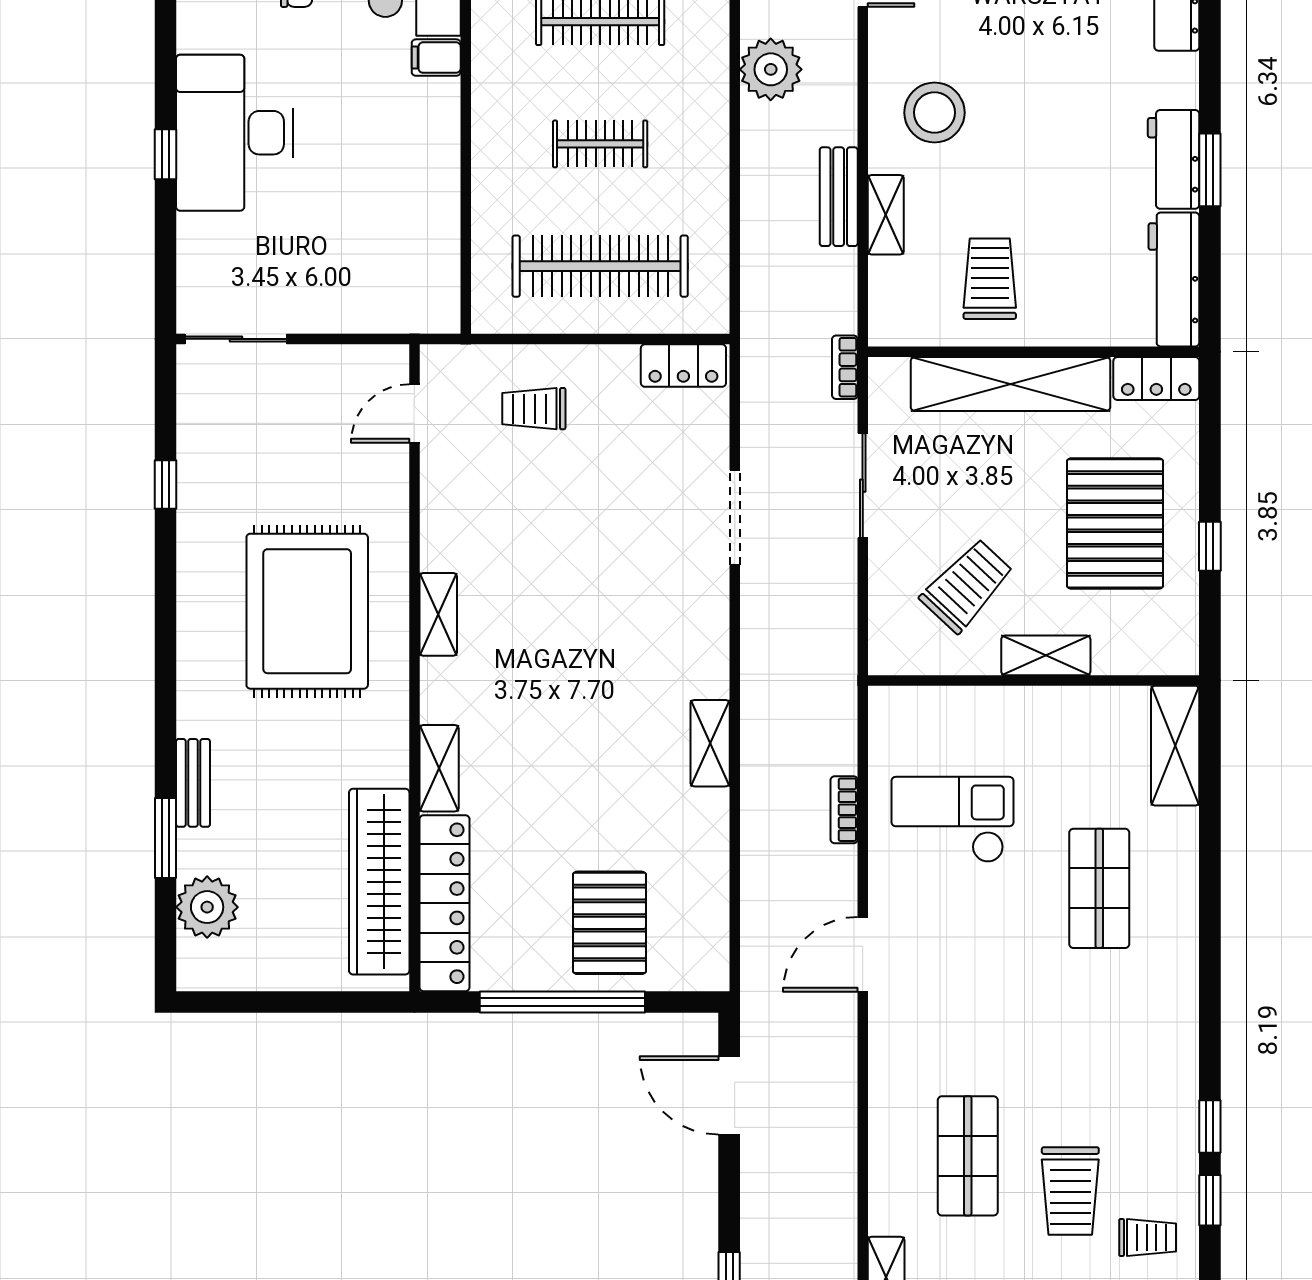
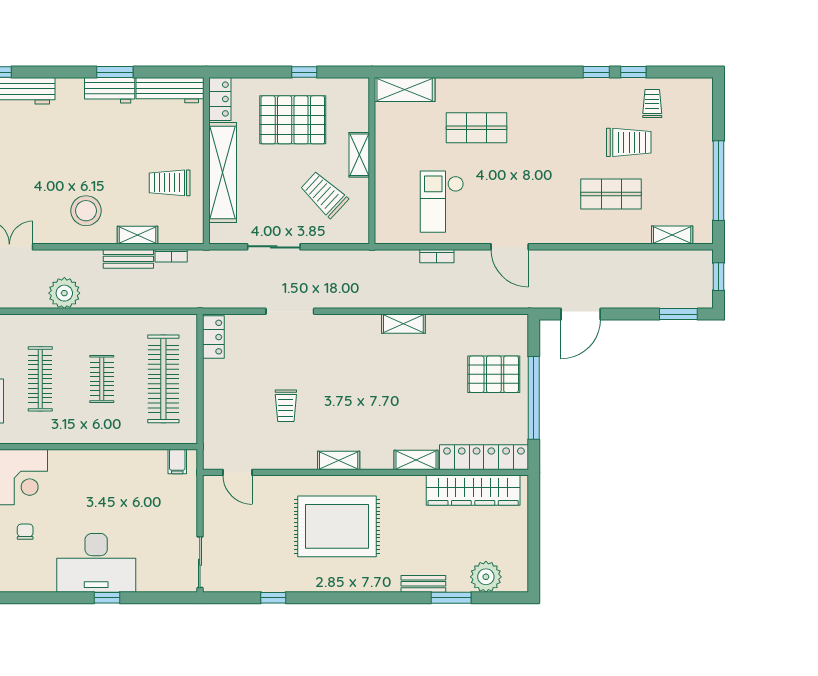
filing cabinet: (436, 58) -> (177, 461), moved
bookcase: (845, 367) -> (171, 256), moved
trolley: (534, 409) -> (286, 406), moved

